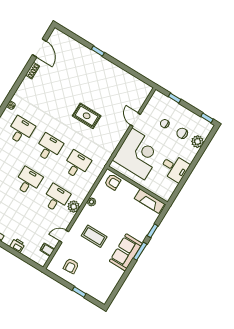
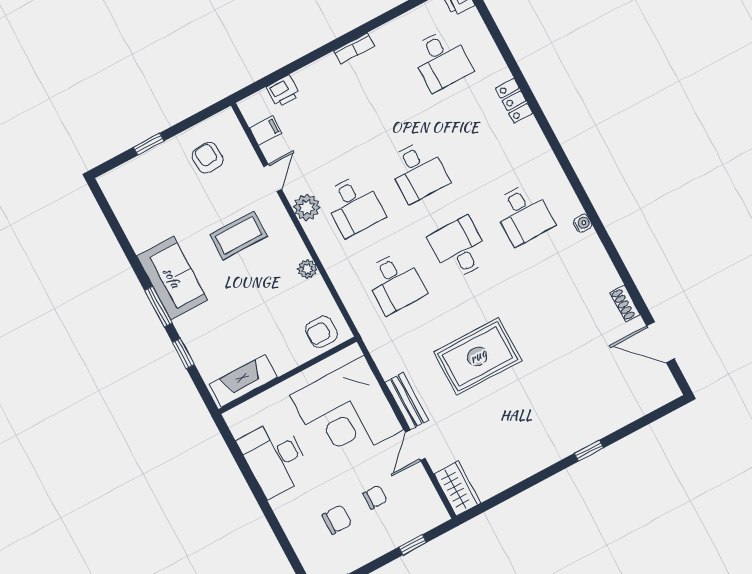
wardrobe: (143, 94) -> (457, 488), added
rug: (87, 116) -> (478, 356), width x1.36, depth x1.43
door: (135, 120) -> (415, 445), swing flipped
bench: (120, 133) -> (407, 401), added
plant: (197, 142) -> (304, 540), removed
desk: (49, 148) -> (459, 248), turned 180
desk: (175, 168) -> (275, 458), width x1.37
plant: (74, 207) -> (307, 207), moved
printer: (17, 245) -> (283, 91), moved

